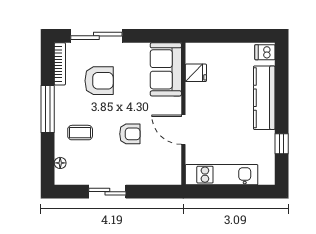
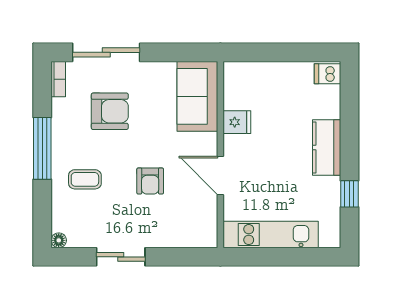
bookcase: (60, 64) -> (58, 79), width x0.64
fridge: (196, 73) -> (237, 122), moved
kitchen counter: (264, 98) -> (327, 147), width x0.67
armchair: (130, 134) -> (150, 181), turned 90
floor lamp: (60, 163) -> (59, 240), moved

